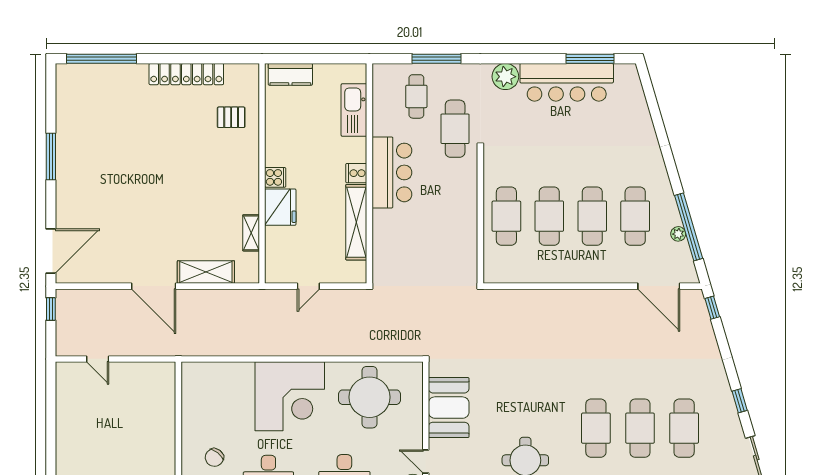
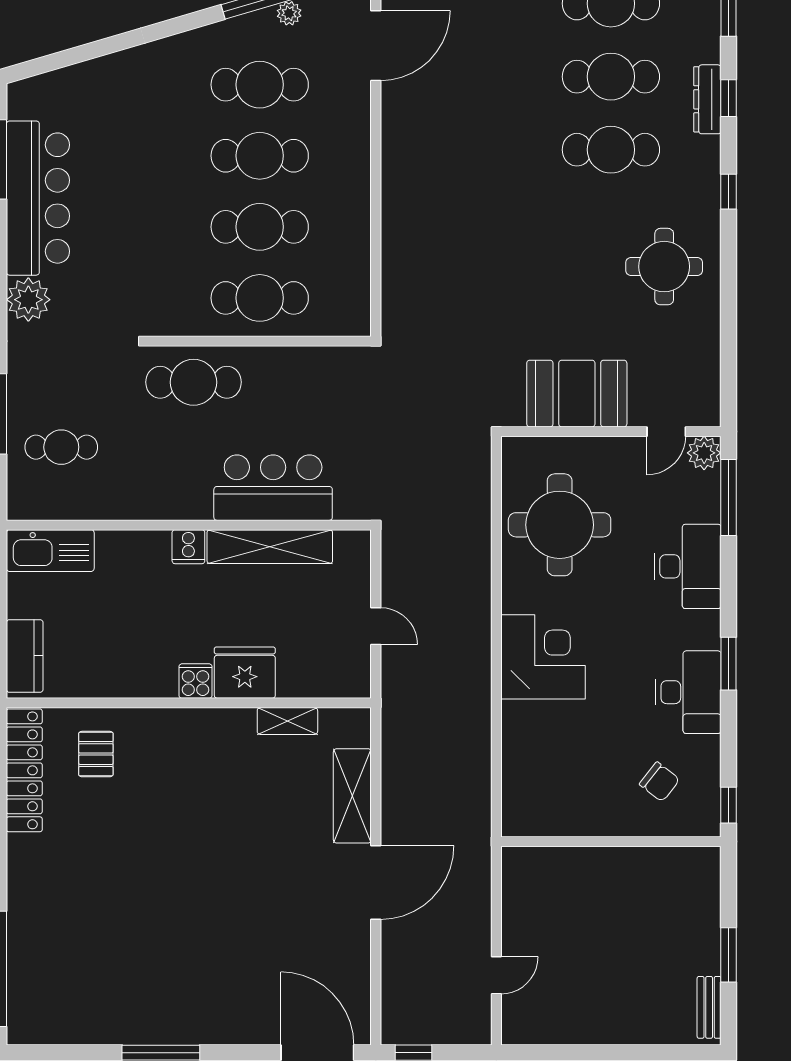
locker: (186, 74) -> (24, 770), moved
kitchen sink: (354, 110) -> (50, 551), moved
cafe table: (455, 129) -> (194, 382), moved
bar counter: (392, 172) -> (273, 488), moved
corner desk: (290, 396) -> (543, 657), width x0.74, depth x0.74

